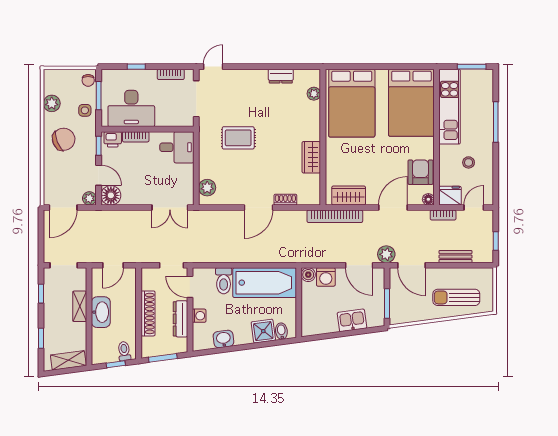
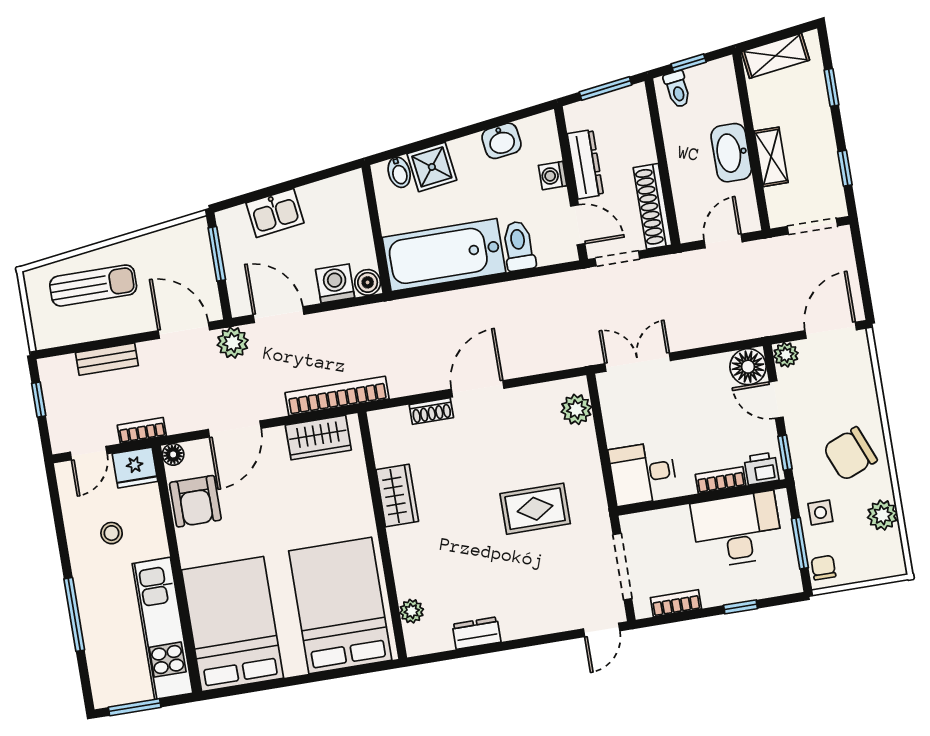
shoe rack: (148, 313) -> (652, 206), moved

